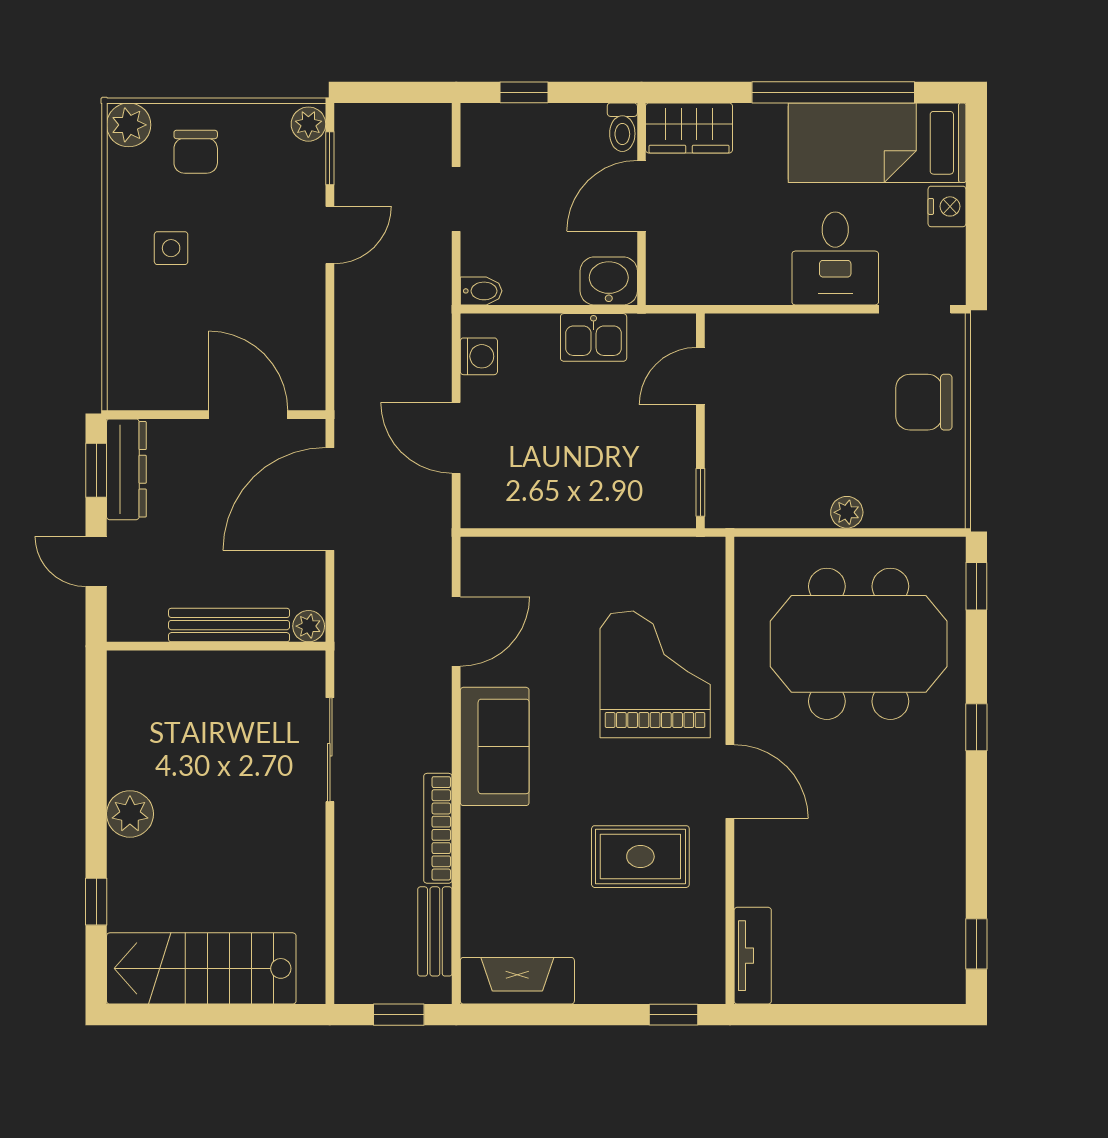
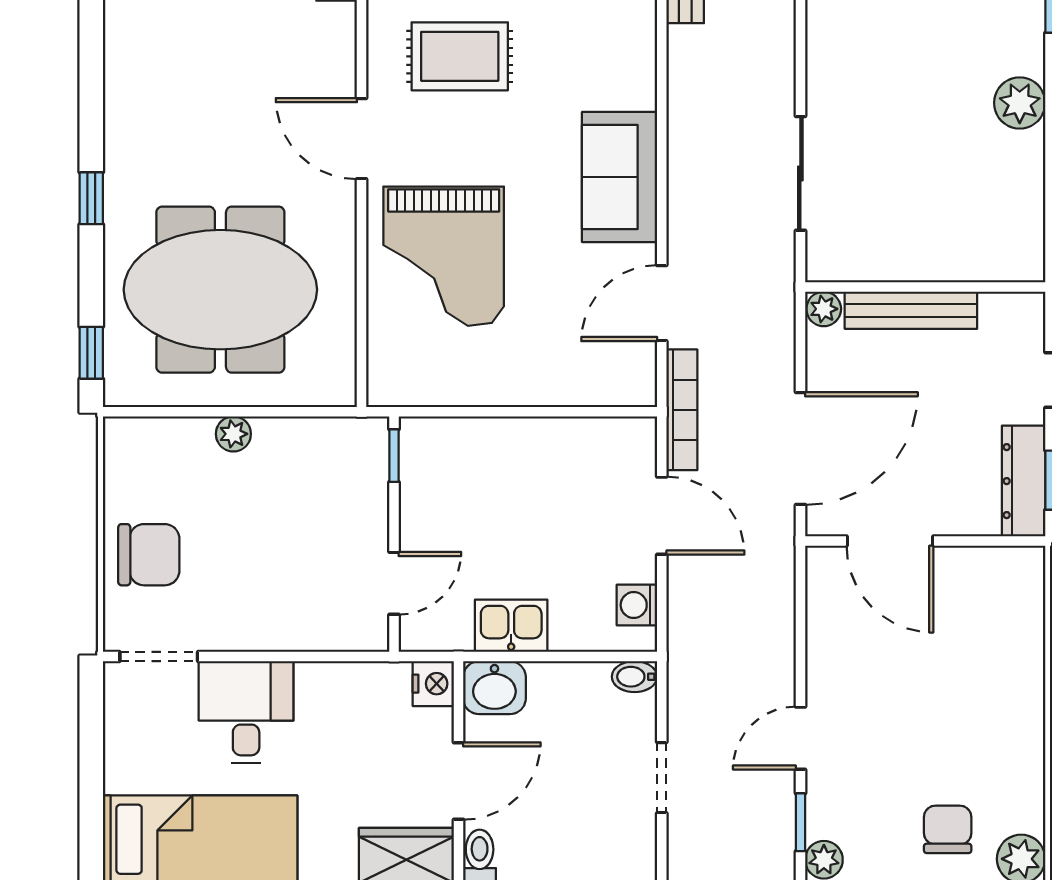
nightstand: (947, 206) -> (433, 684), moved, turned 180
side table: (171, 248) -> (975, 724), removed
bookcase: (438, 828) -> (682, 410), moved

